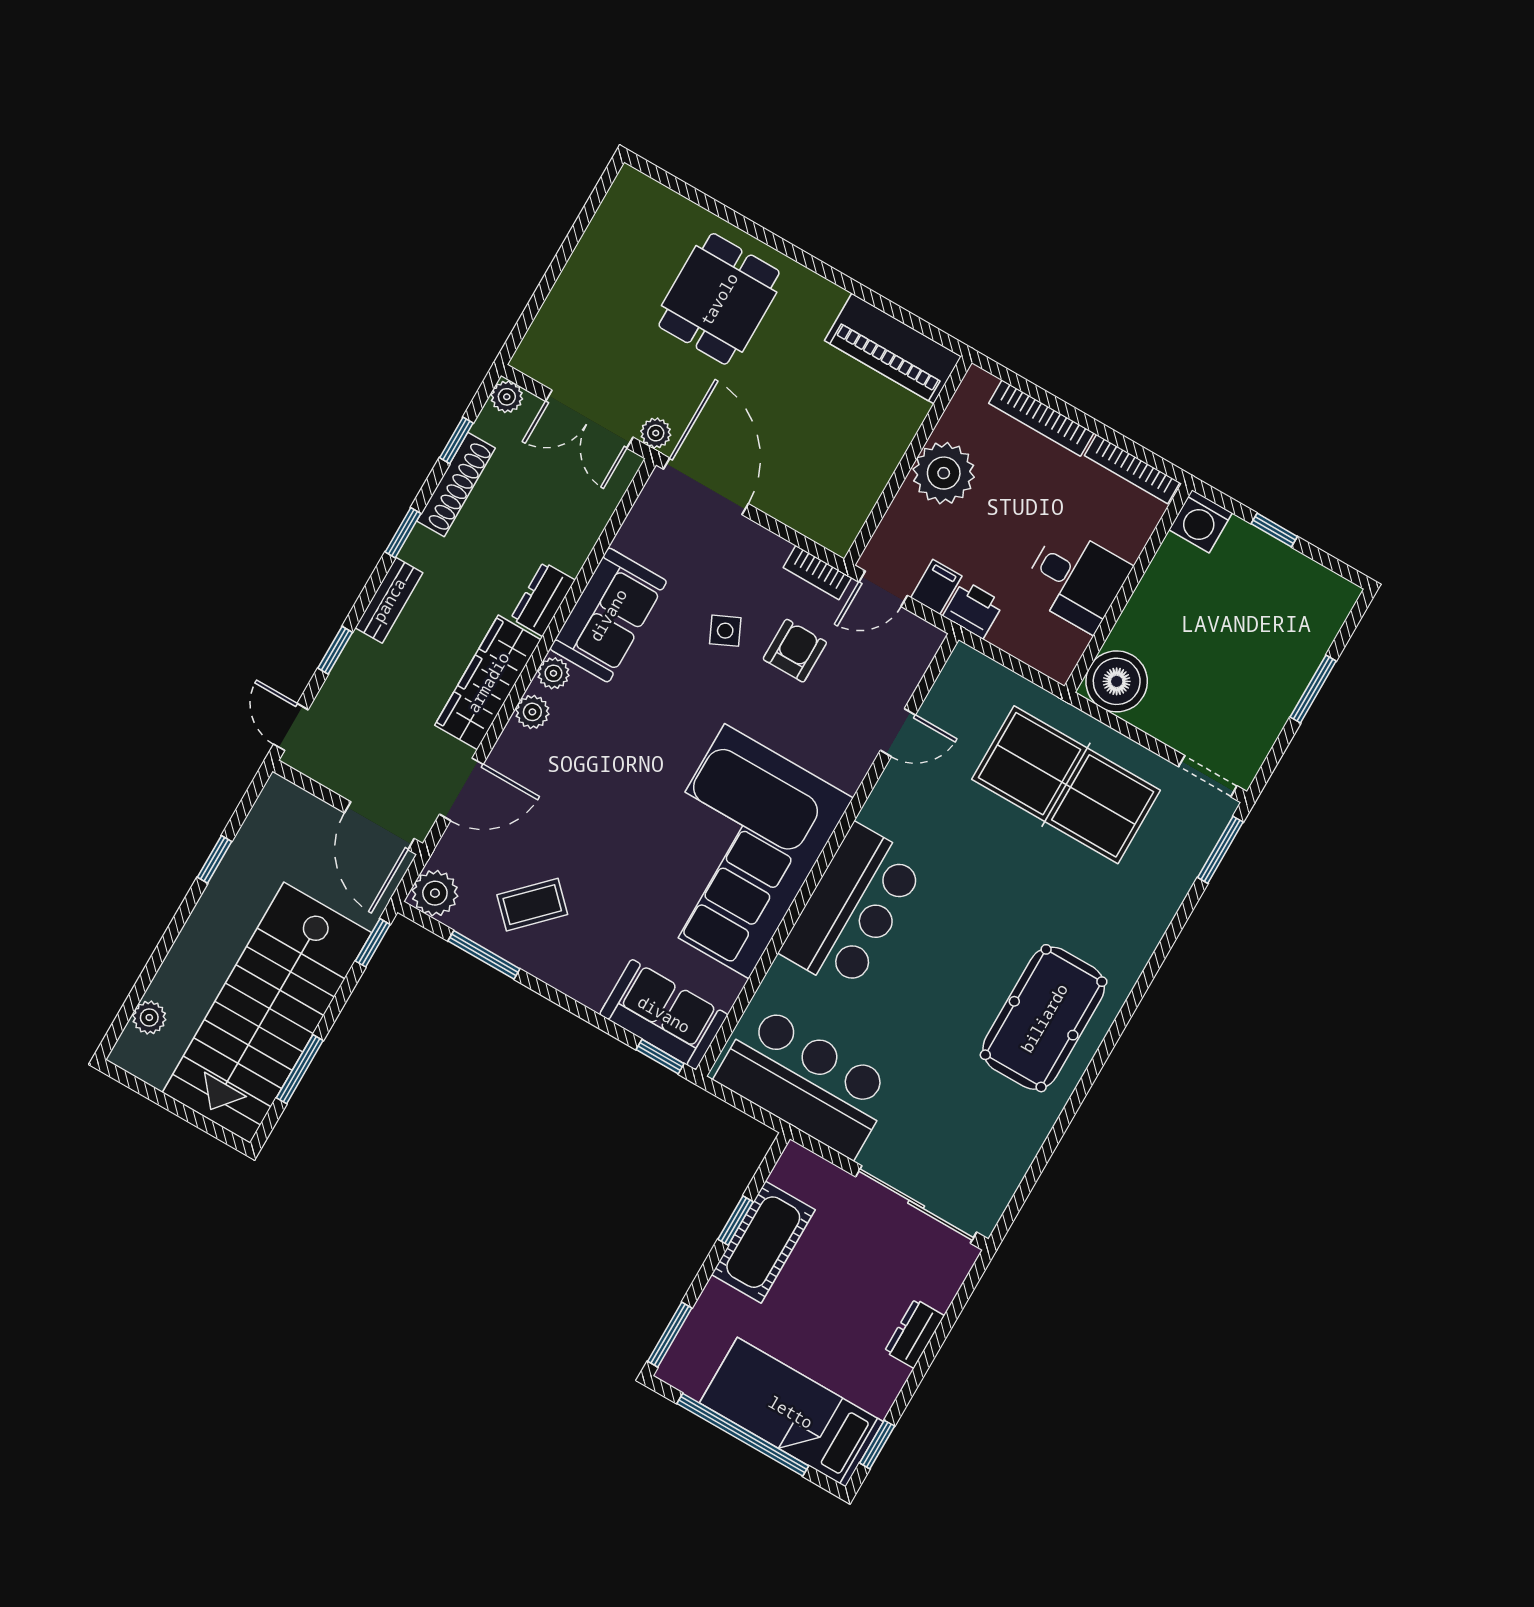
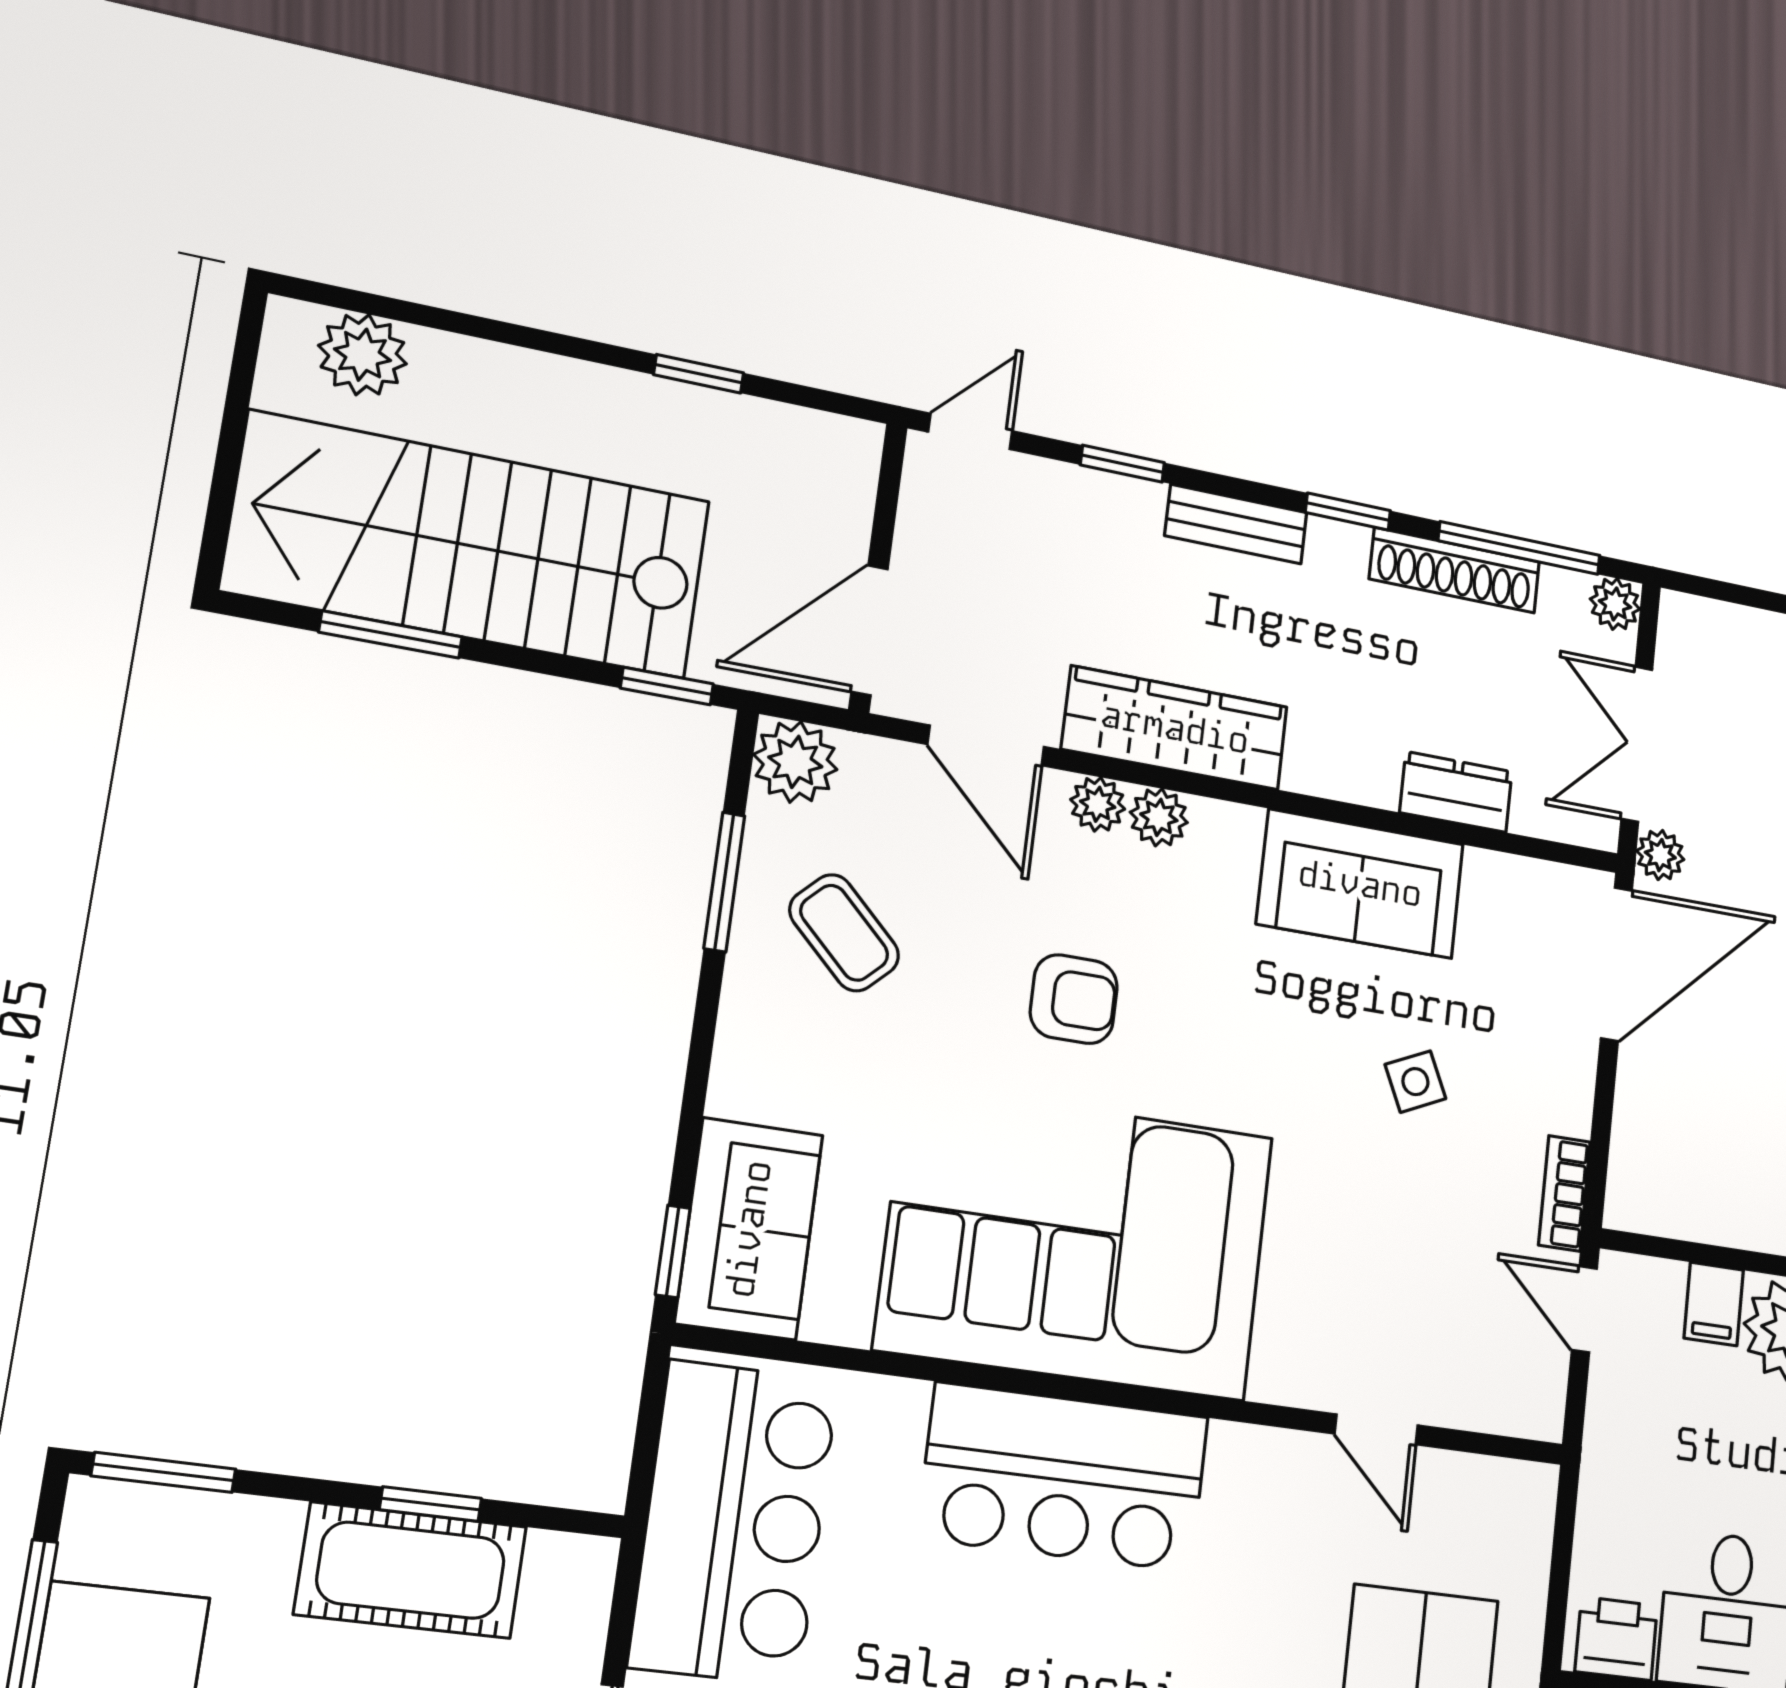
window: (456, 440) -> (1519, 548), width x2.17
filing cabinet: (936, 587) -> (1714, 1304), moved, turned 90
dresser: (543, 599) -> (1456, 792), moved
printer: (973, 609) -> (1616, 1639), moved, turned -90
armchair: (795, 651) -> (1074, 999), moved
plant: (553, 673) -> (1098, 804), moved
plant: (149, 1018) -> (363, 355), width x1.38, depth x1.38

